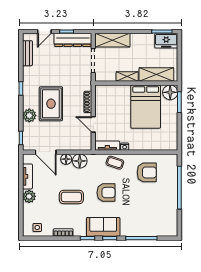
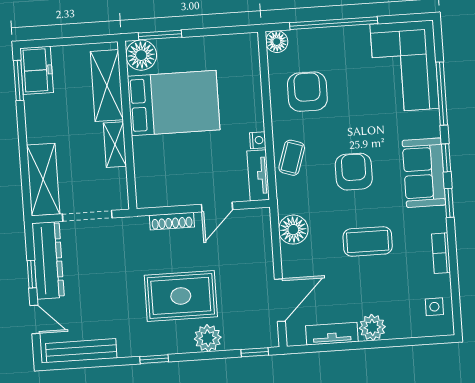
bench: (27, 53) -> (81, 351), width x1.36
floor lamp: (66, 159) -> (277, 42), moved
coffee table: (71, 197) -> (368, 241), turned 90
corner sofa: (156, 221) -> (405, 66), added

